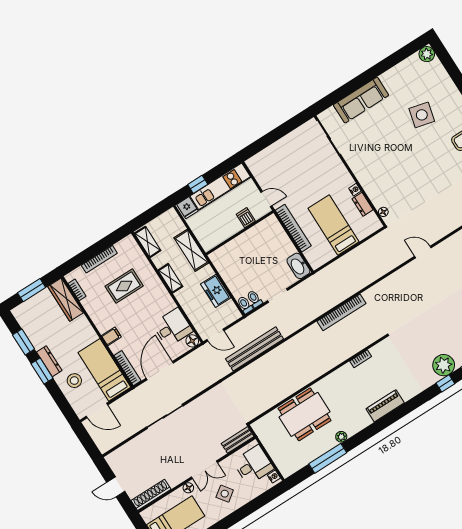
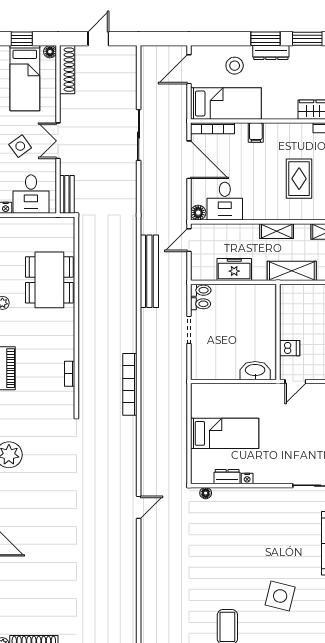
bookcase: (293, 228) -> (248, 390), removed
washbasin: (298, 266) -> (255, 371), moved
floor lamp: (188, 488) -> (50, 52), moved

